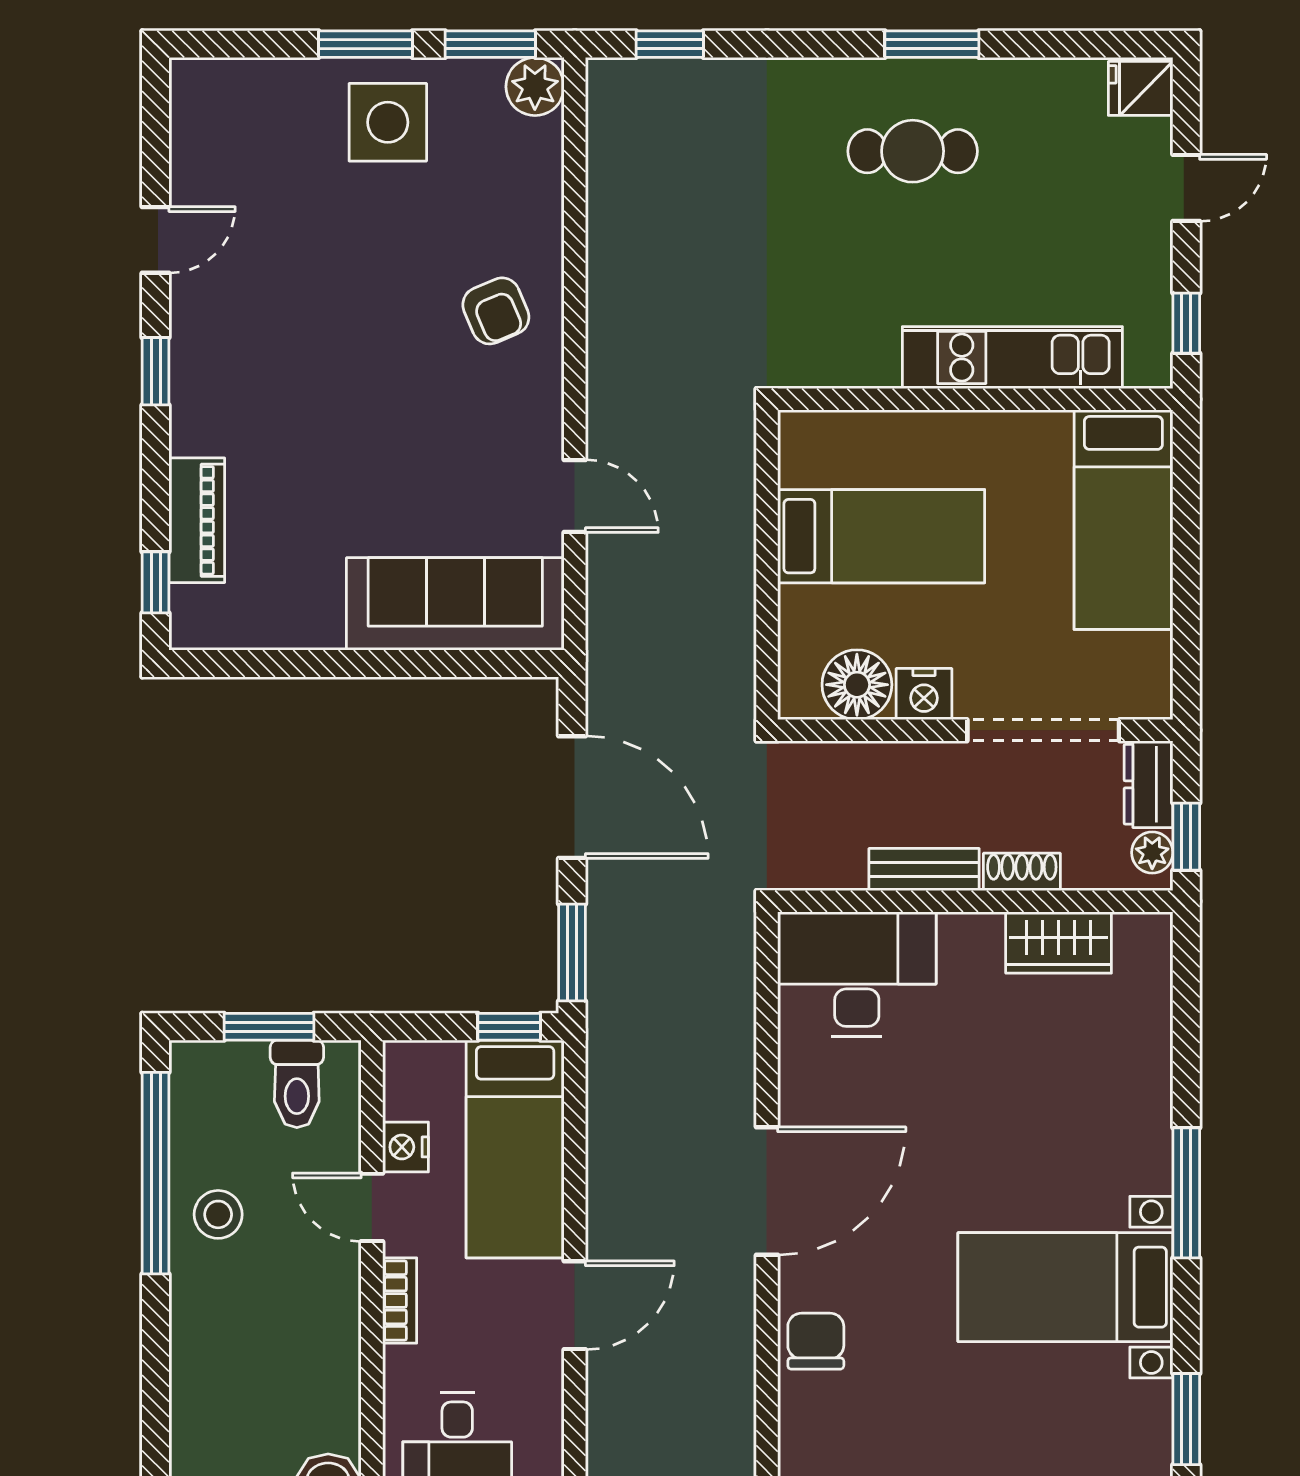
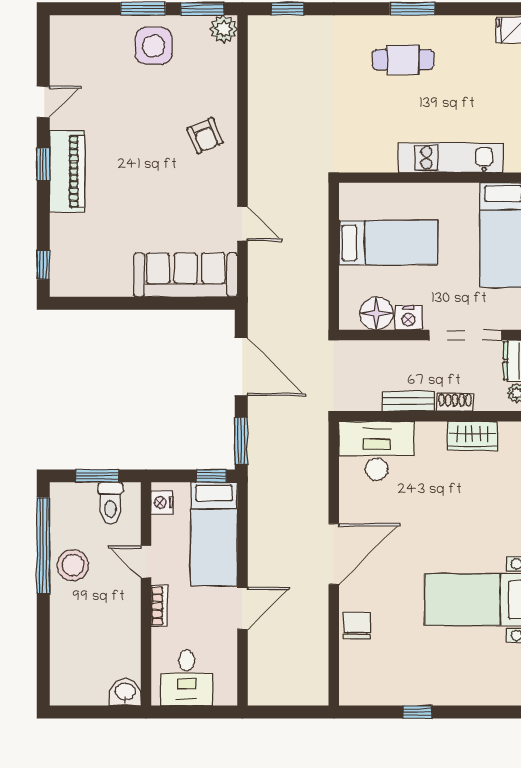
piano: (197, 520) -> (67, 171), moved, width x1.37, depth x1.33
nightstand: (405, 1147) -> (162, 502), moved
stool: (218, 1214) -> (73, 565), width x1.38, depth x1.38

